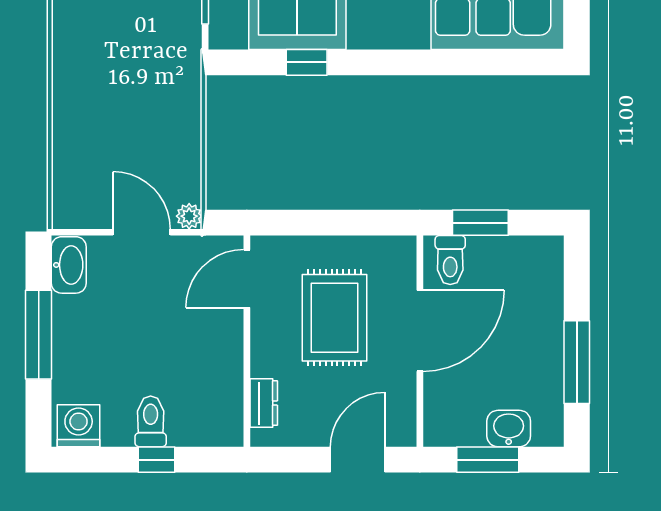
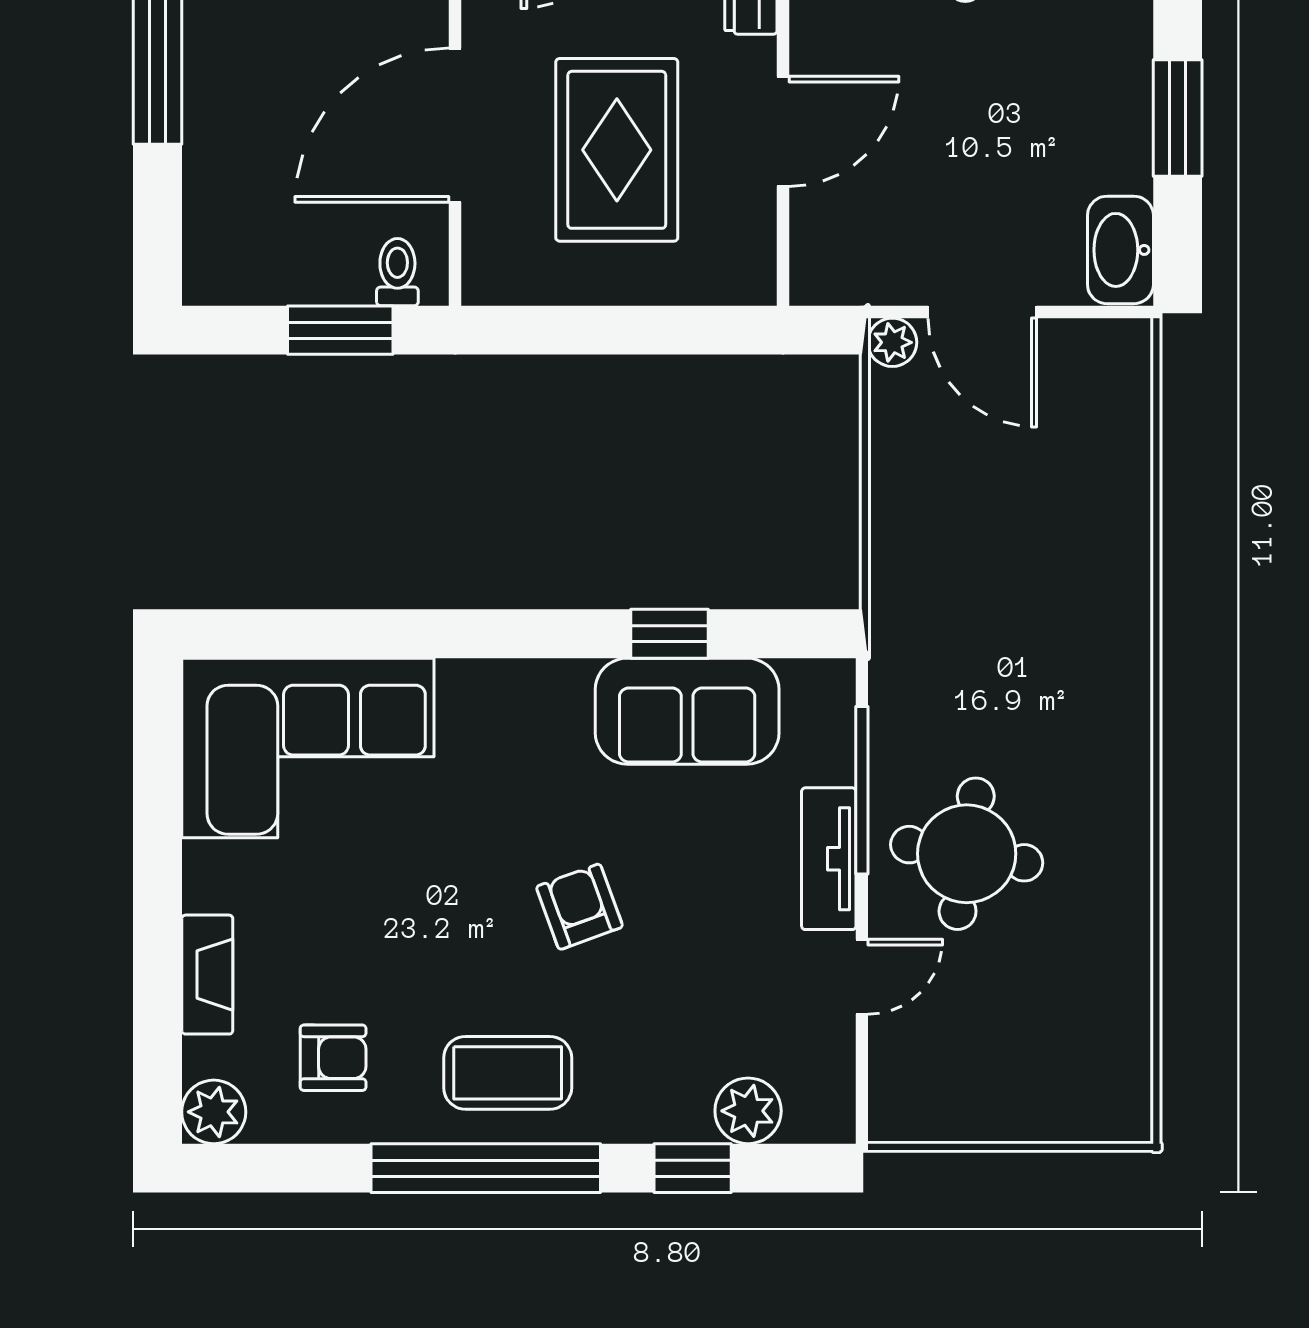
toilet: (450, 260) -> (397, 272), width x0.73, depth x0.72
door: (247, 279) -> (783, 131), moved
window: (39, 335) -> (1178, 118), width x0.69

